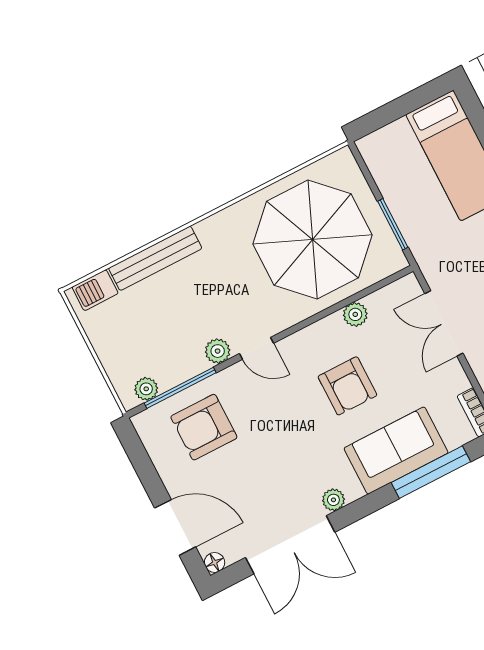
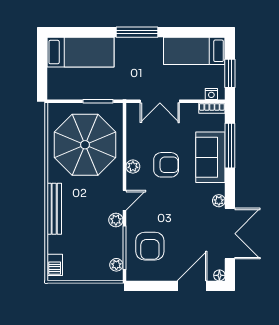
bench: (155, 258) -> (54, 209), moved
plant: (355, 314) -> (133, 167), moved

